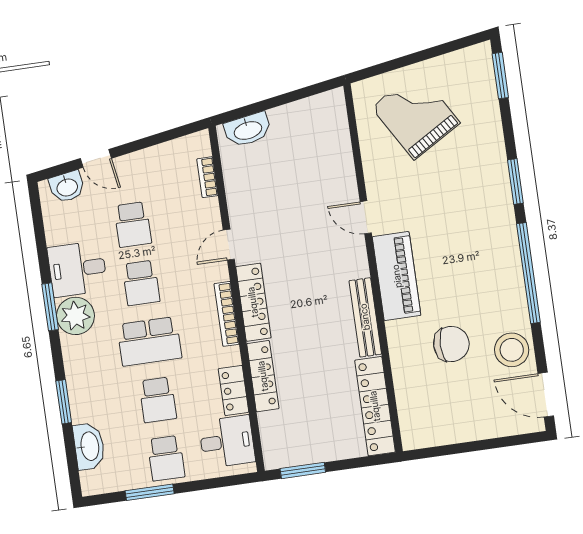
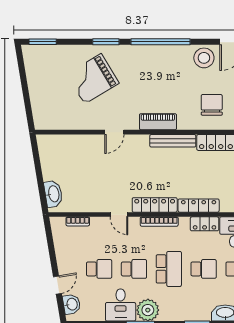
grand piano: (416, 115) -> (93, 79), moved
piano: (397, 276) -> (158, 122), width x0.73, depth x0.75
chair: (451, 344) -> (212, 105), moved

